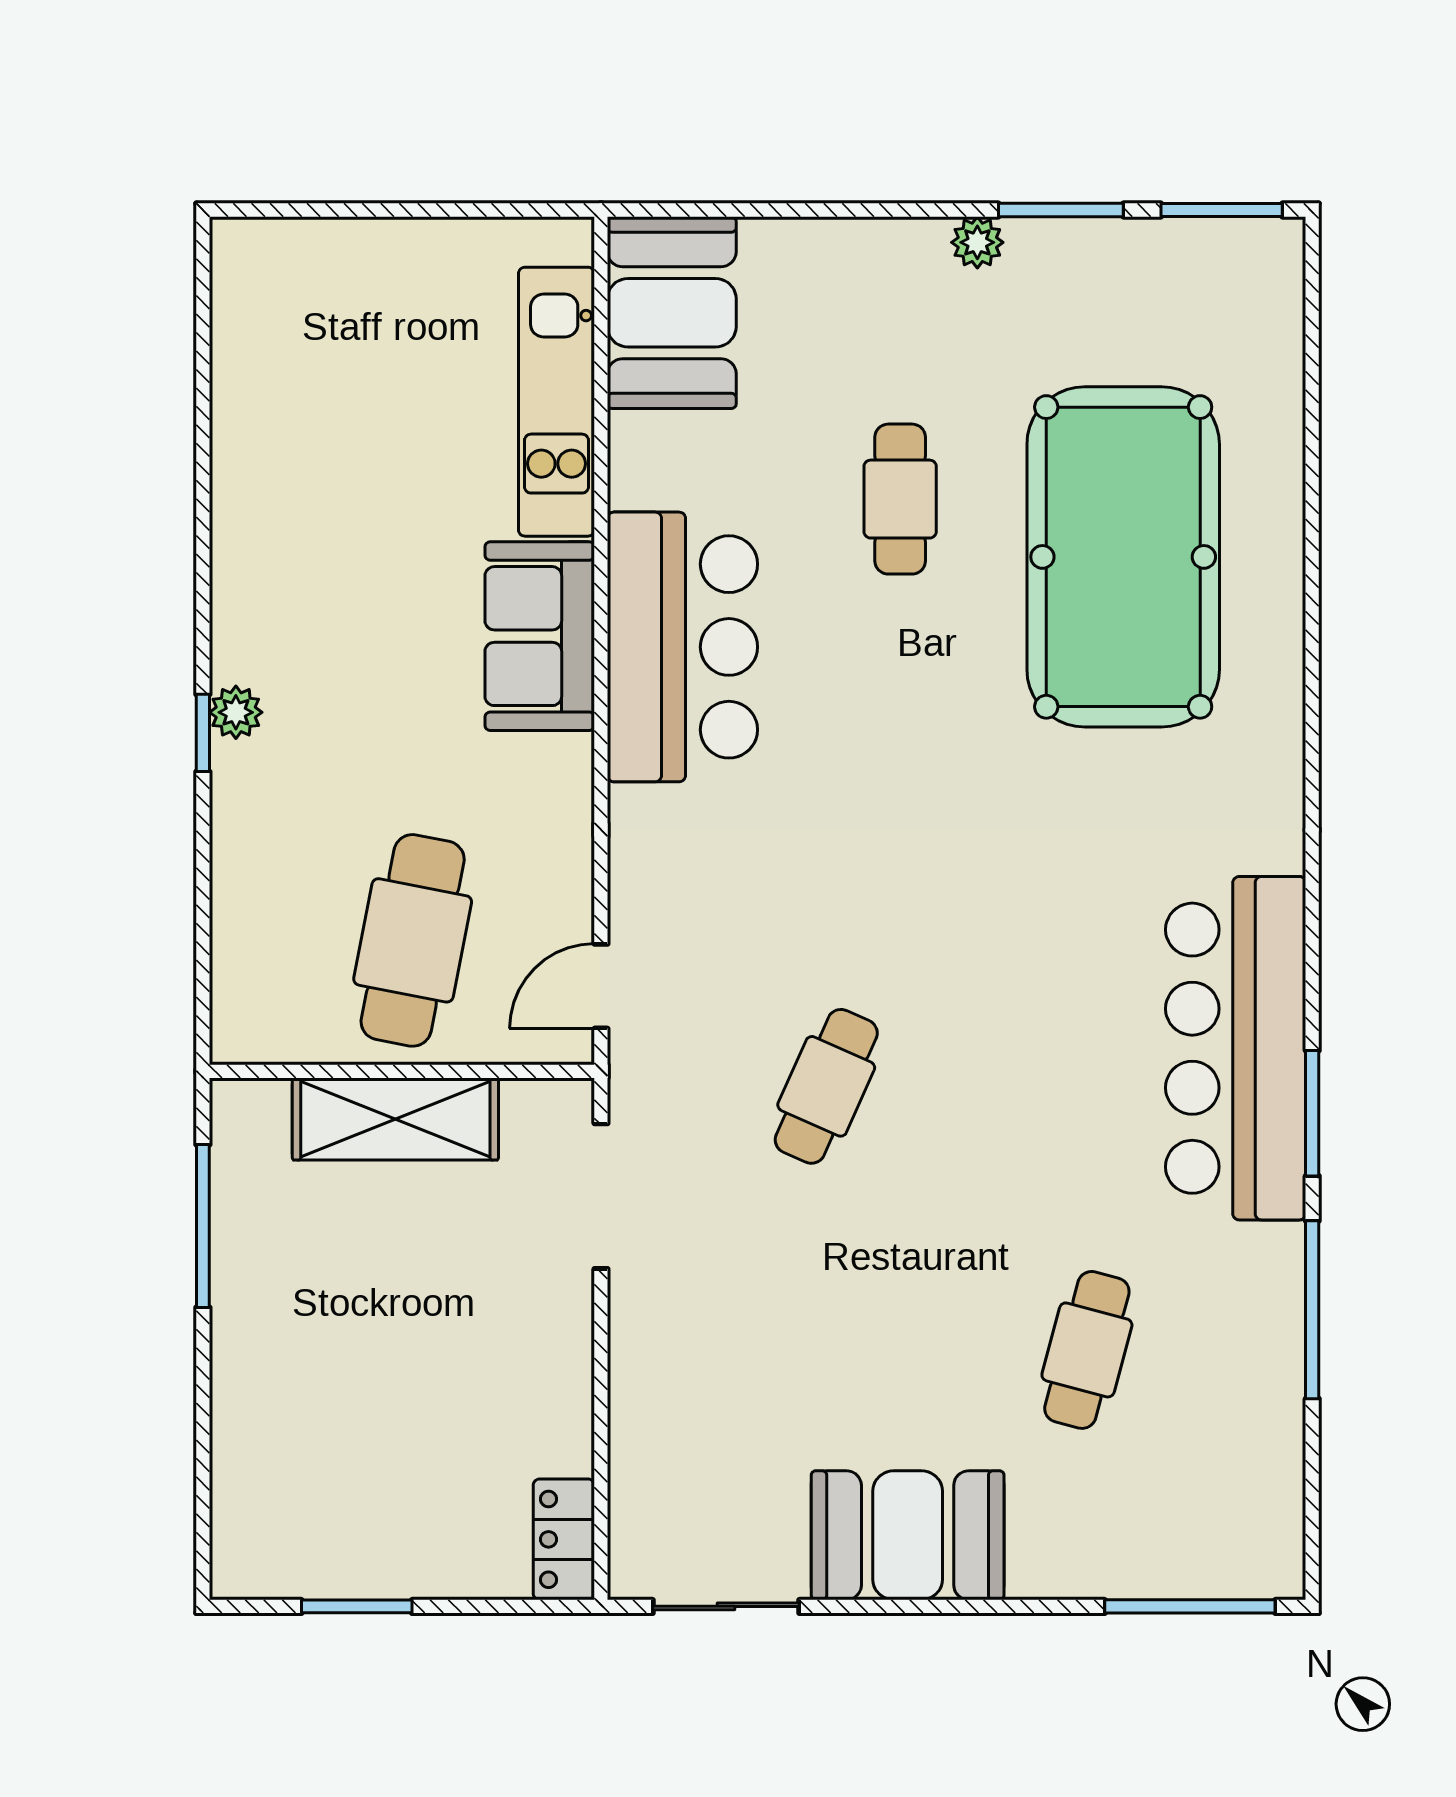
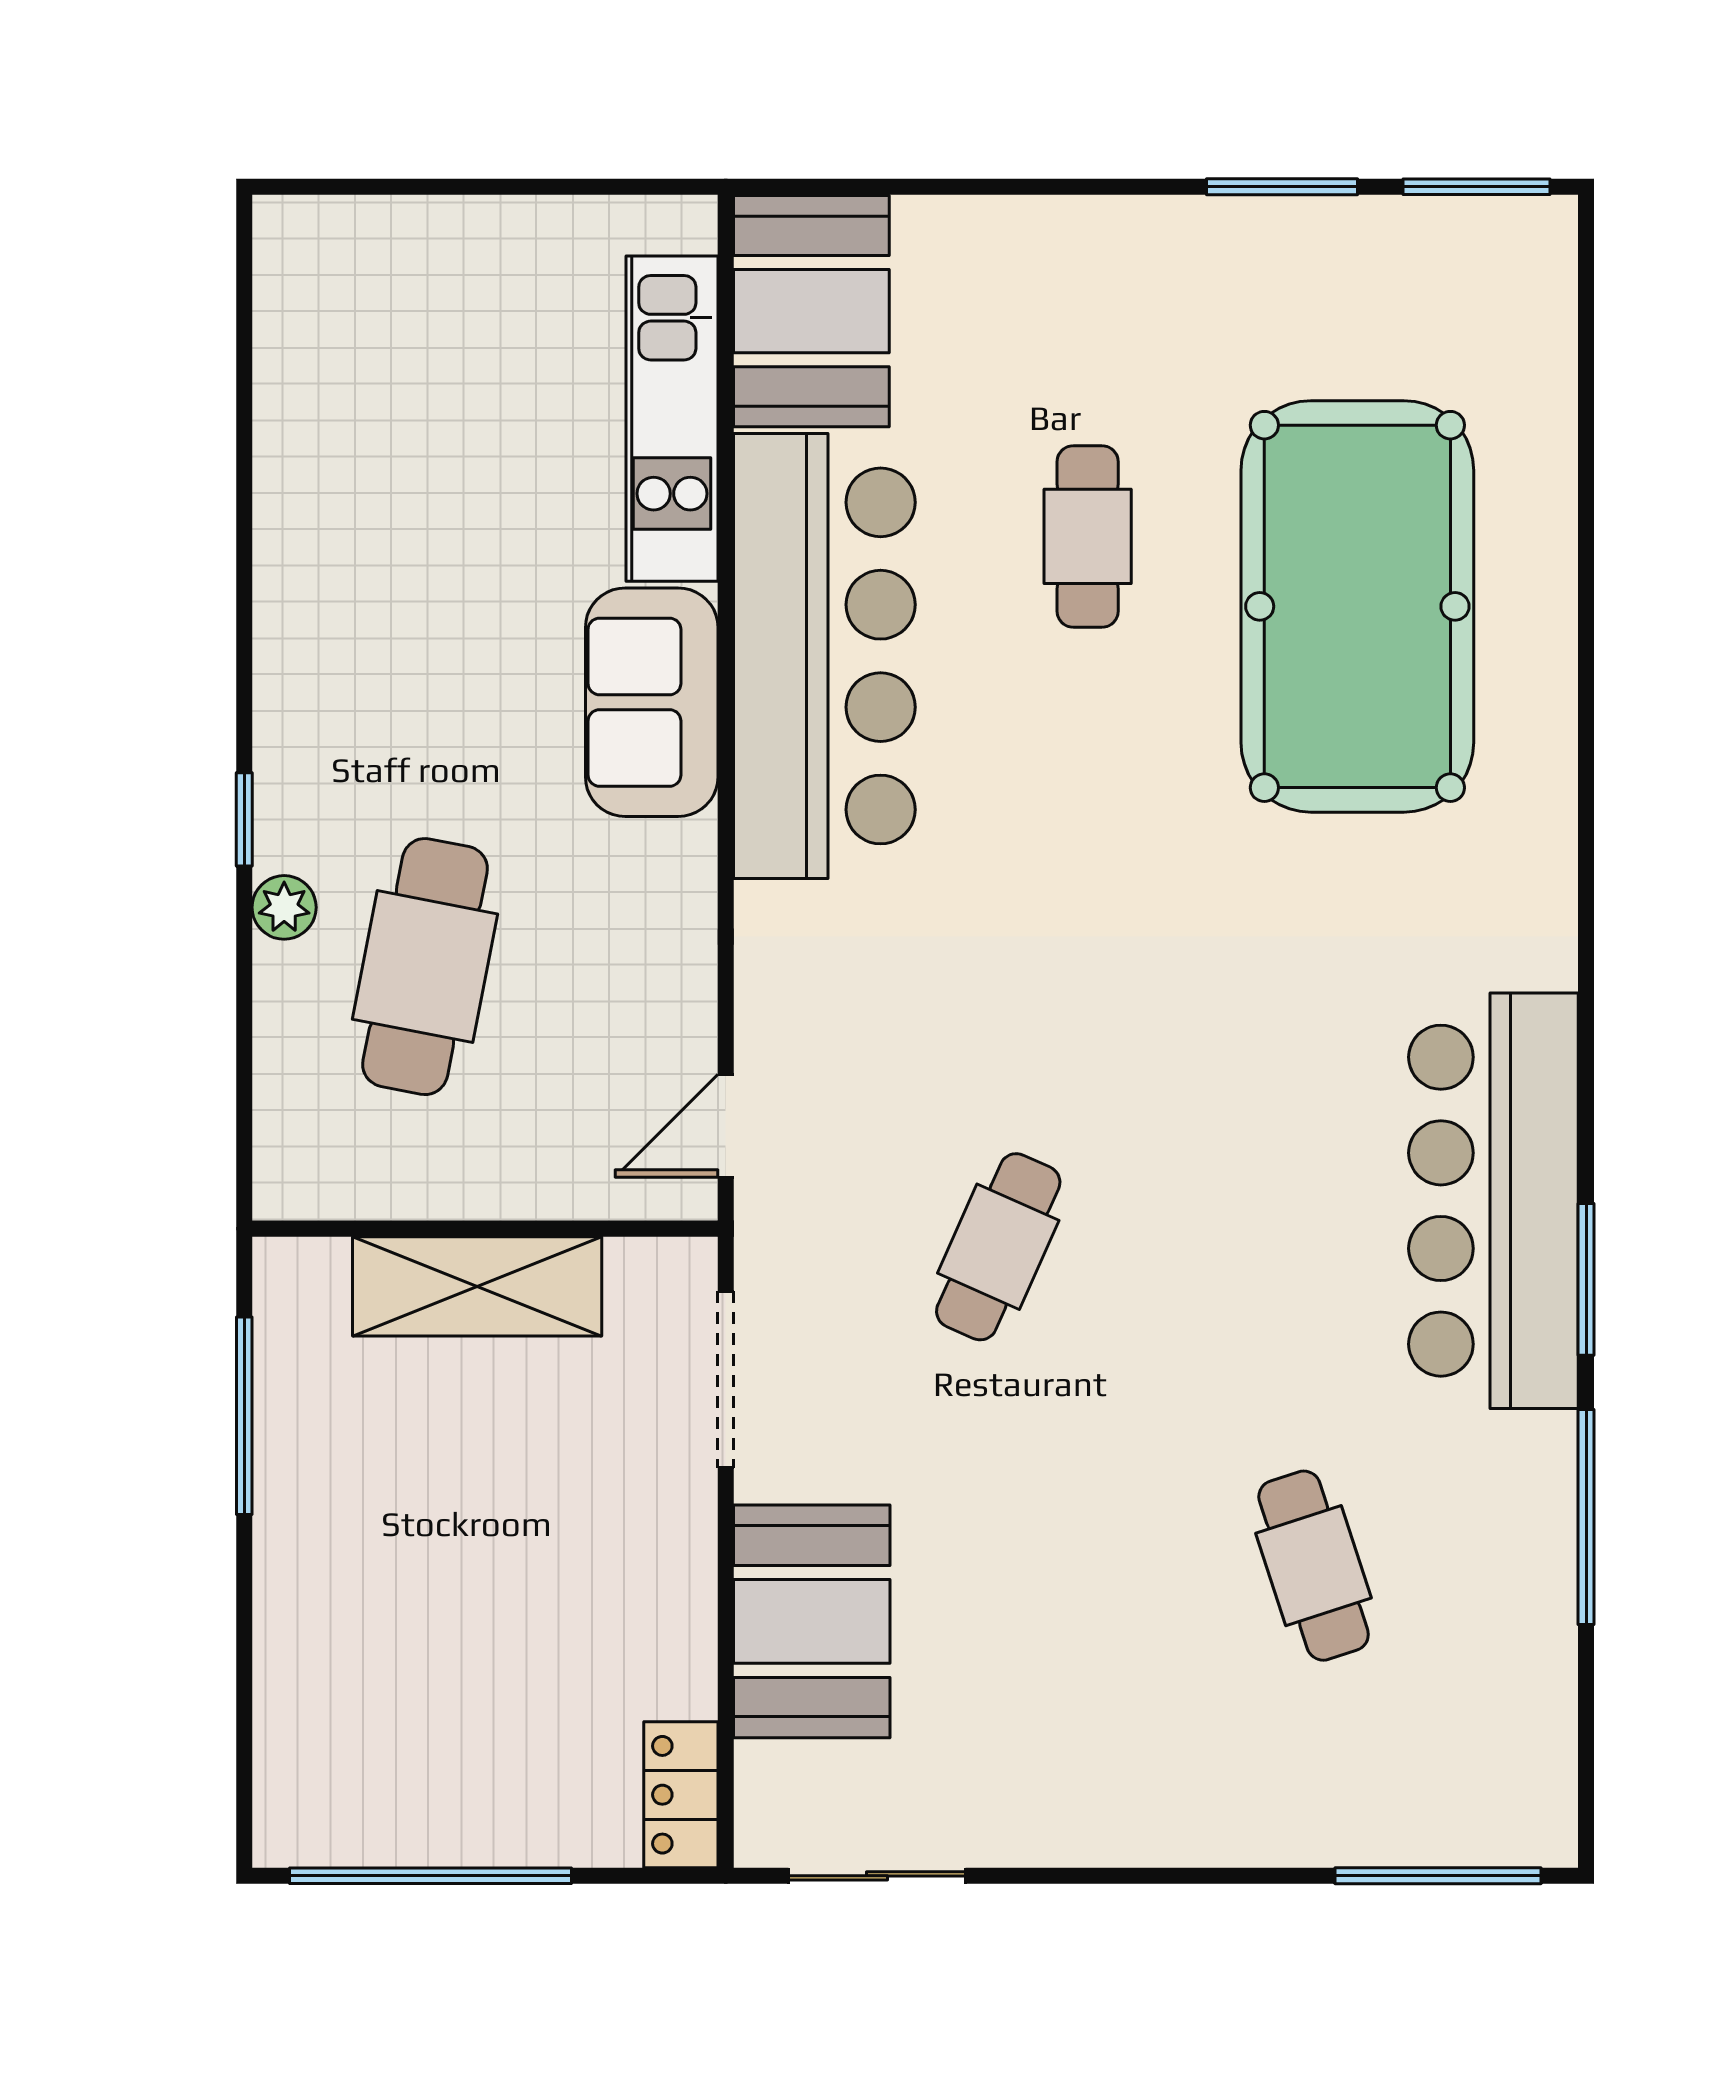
plant: (977, 242) -> (1181, 226), removed
bar counter: (682, 647) -> (824, 656), width x1.36
plant: (236, 712) -> (284, 907), moved
cafe table: (413, 940) -> (425, 967), moved
cafe table: (1087, 1350) -> (1314, 1566), turned -33
booth: (908, 1535) -> (812, 1621), moved, turned 90
window: (357, 1606) -> (430, 1876), width x2.11

